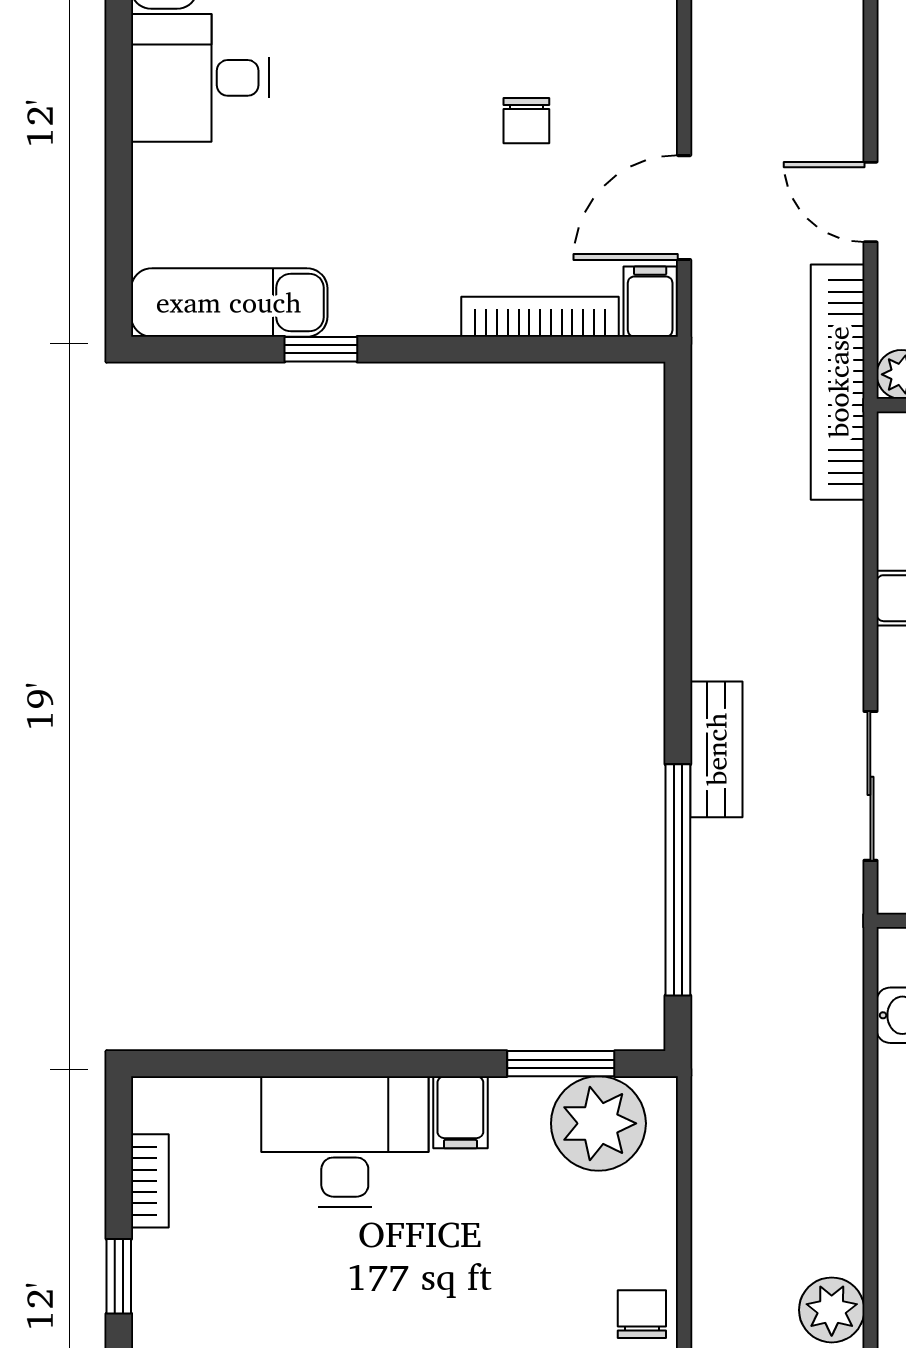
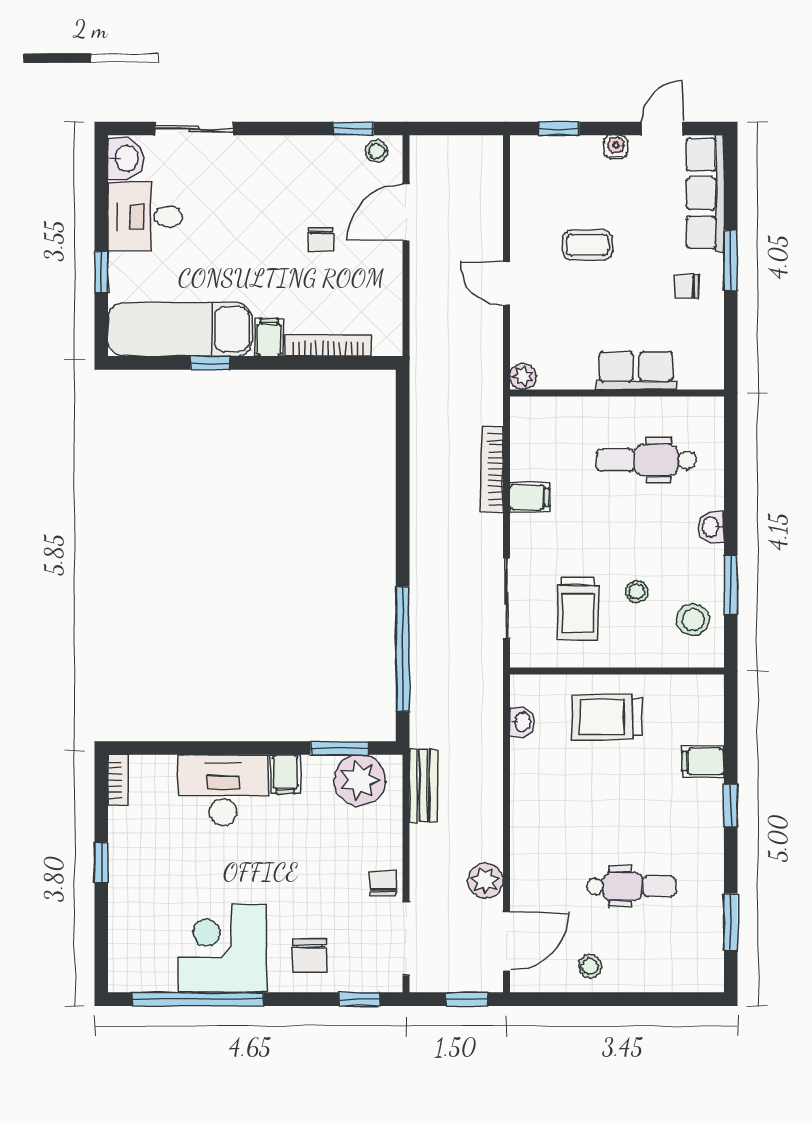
window: (119, 180) -> (101, 272), added
door: (684, 208) -> (406, 212), moved
exam couch: (229, 302) -> (180, 329), width x1.36, depth x1.45
filing cabinet: (650, 302) -> (269, 337), moved
bookcase: (838, 382) -> (492, 469), moved, width x0.68, depth x0.76
bench: (716, 749) -> (423, 786), moved
bookcase: (150, 1181) -> (118, 780), moved

